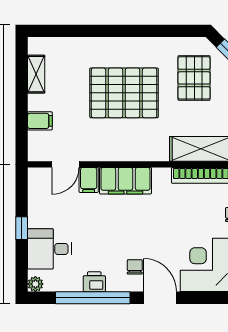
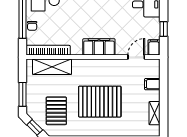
filing cabinet: (89, 180) -> (154, 47), moved
window: (22, 228) -> (164, 29), moved

